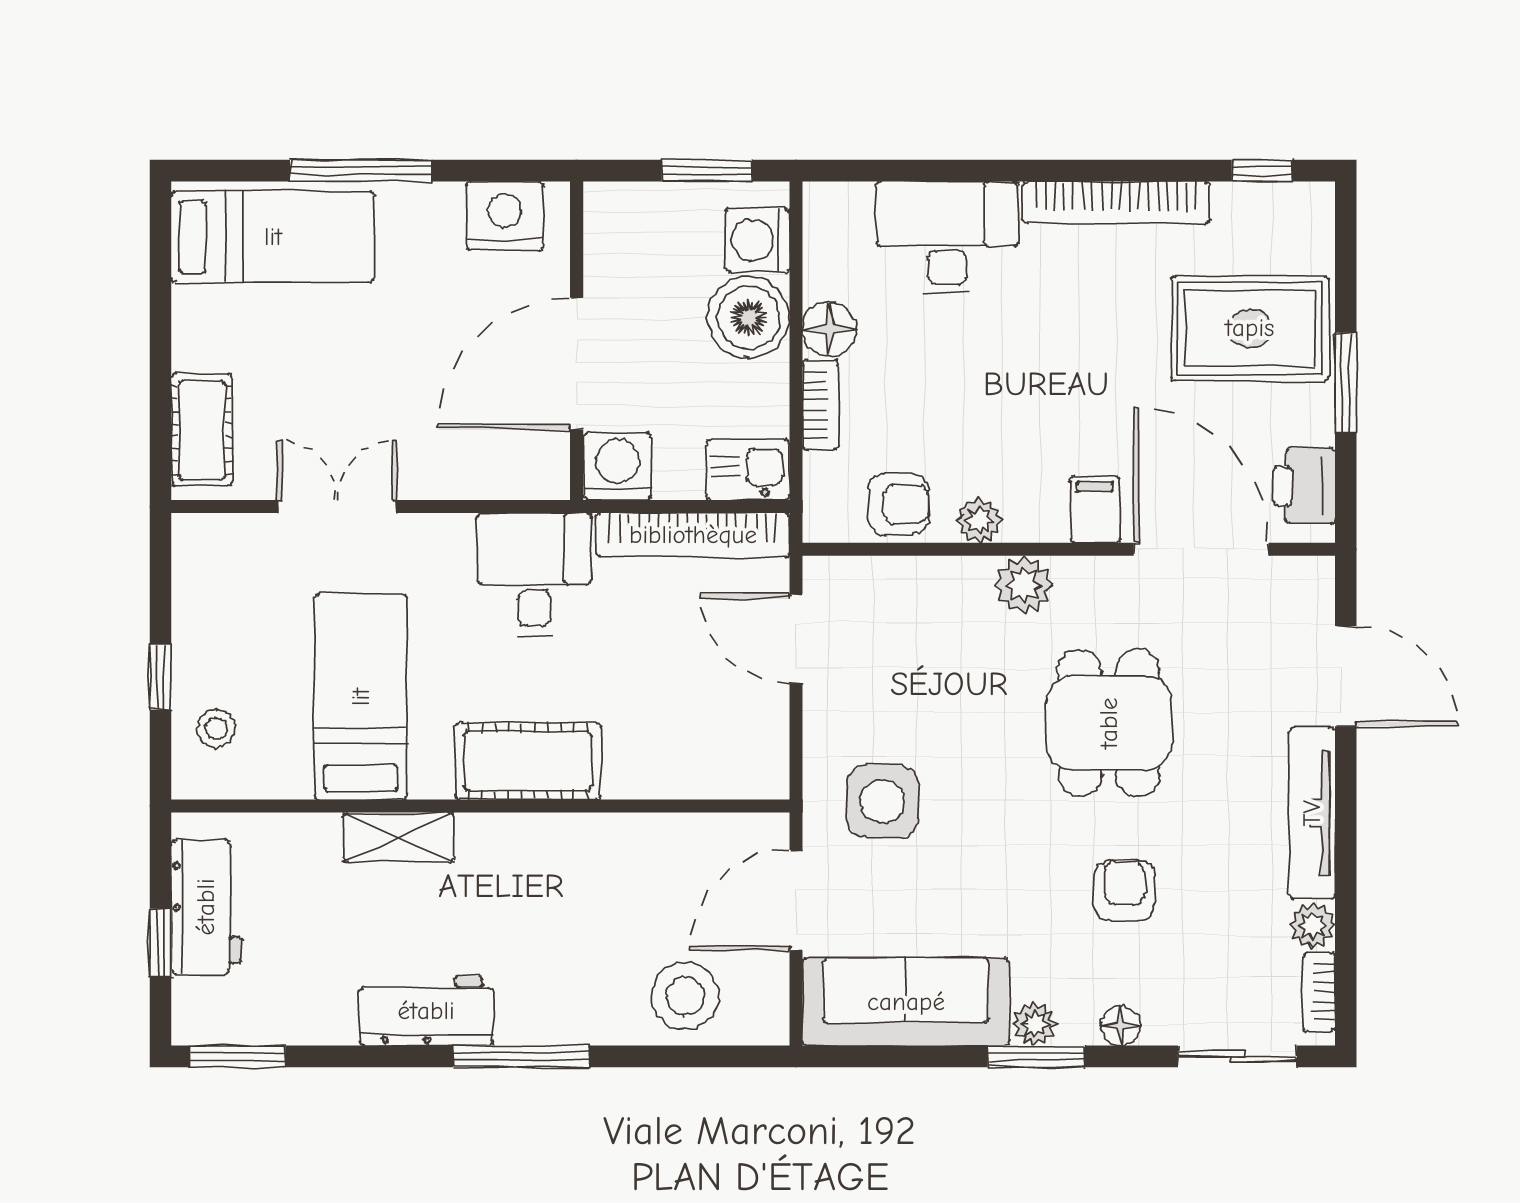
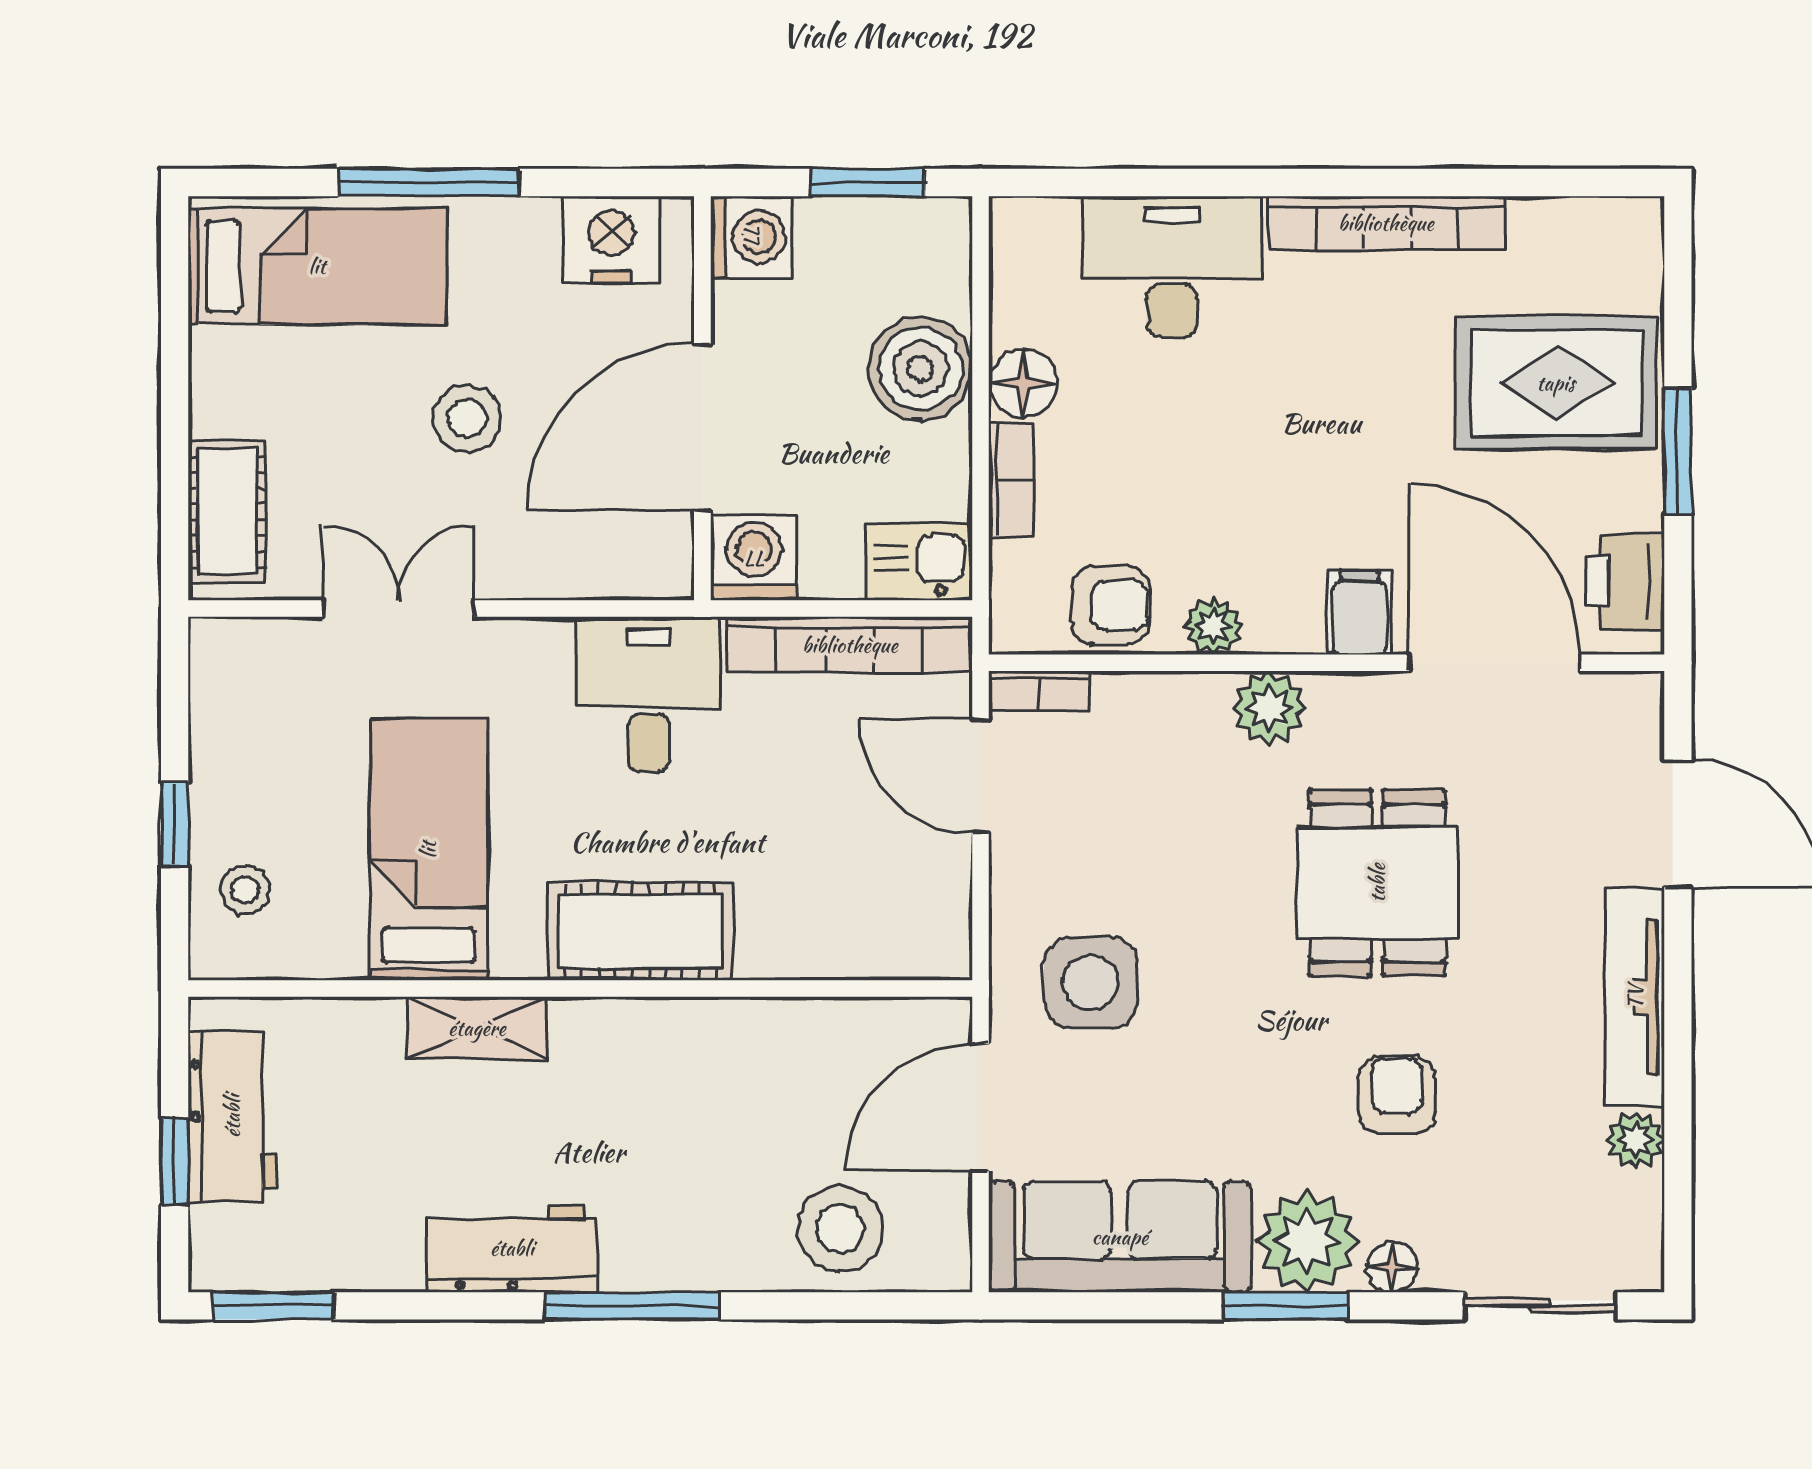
window: (1262, 171) -> (1571, 183), removed
washing machine: (757, 240) -> (751, 237), moved, turned 180
stool: (391, 357) -> (467, 418), added
bookcase: (1319, 992) -> (1039, 691), moved, turned -90
plant: (1035, 1024) -> (1307, 1241), width x1.88, depth x1.88

